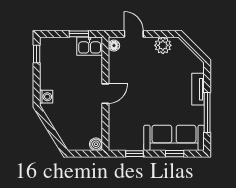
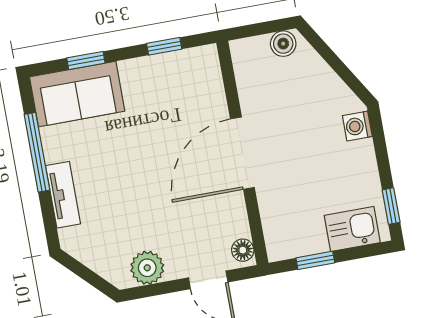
kitchen sink: (90, 46) -> (352, 229), moved
door: (105, 94) -> (242, 153), width x1.88
sofa: (174, 138) -> (77, 94), width x0.73
boiler: (96, 144) -> (283, 44), moved

